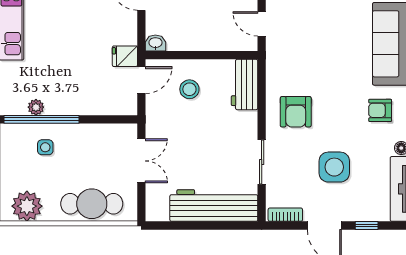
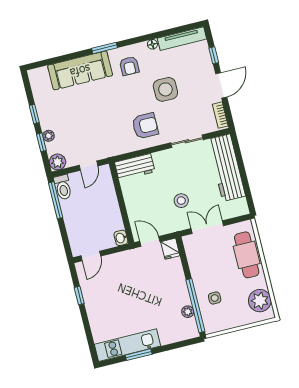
fridge: (125, 56) -> (170, 249), moved
stool: (189, 89) -> (181, 201), moved
side table: (334, 167) -> (165, 89), moved

